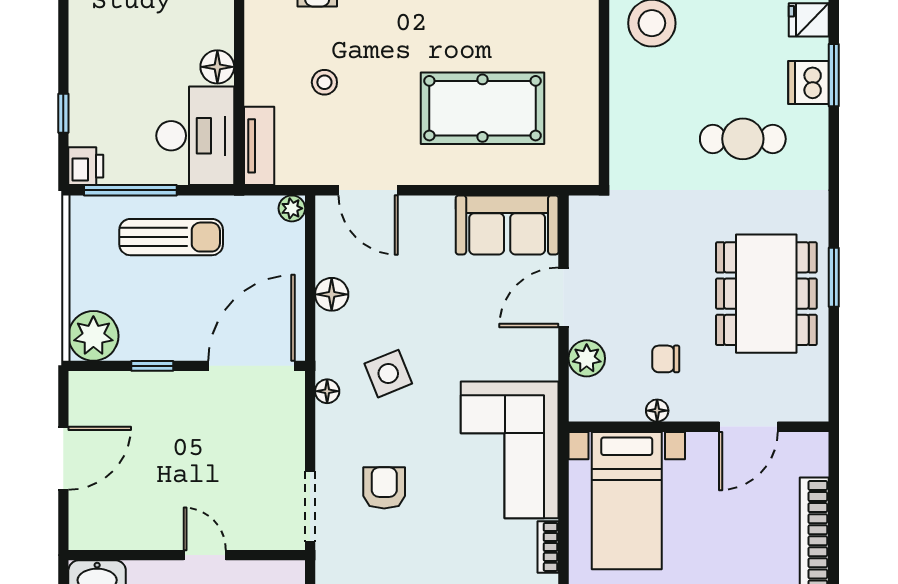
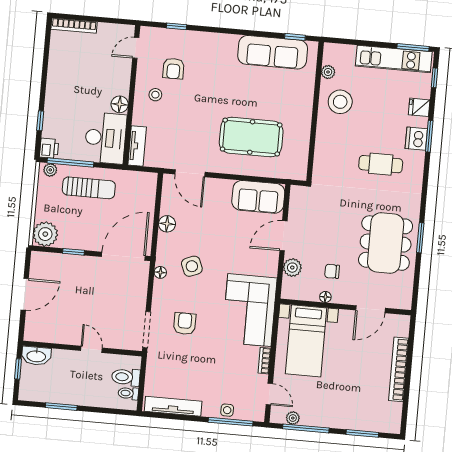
stool: (324, 82) -> (155, 95), moved
plant: (292, 208) -> (50, 170), moved

